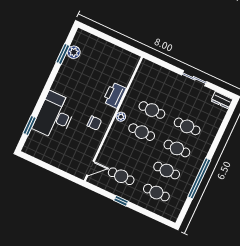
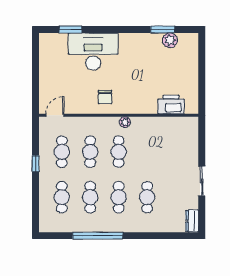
printer: (114, 95) -> (171, 105), moved
cafe table: (152, 110) -> (90, 152), moved
door: (91, 168) -> (55, 115), swing flipped

